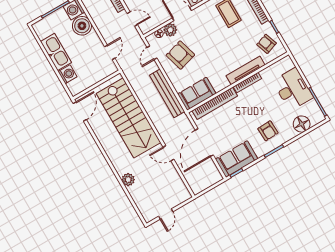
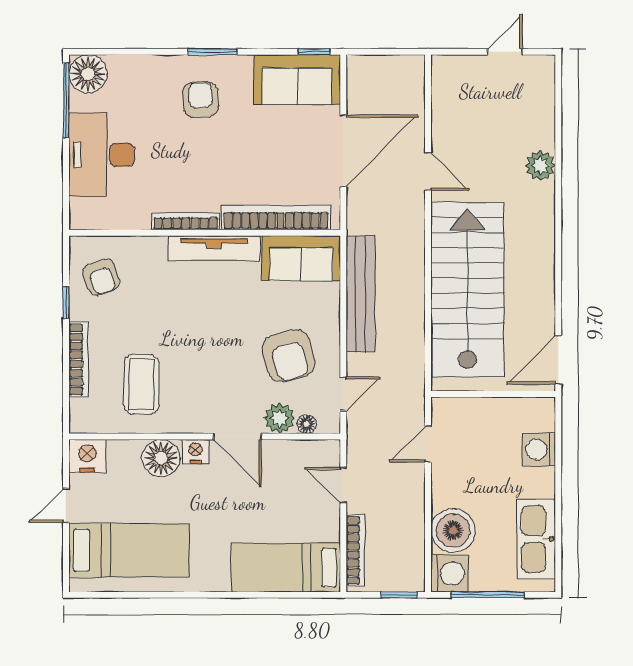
kitchen sink: (56, 52) -> (536, 539), moved
tv unit: (246, 70) -> (214, 248), moved
floor lamp: (302, 124) -> (88, 74), moved

